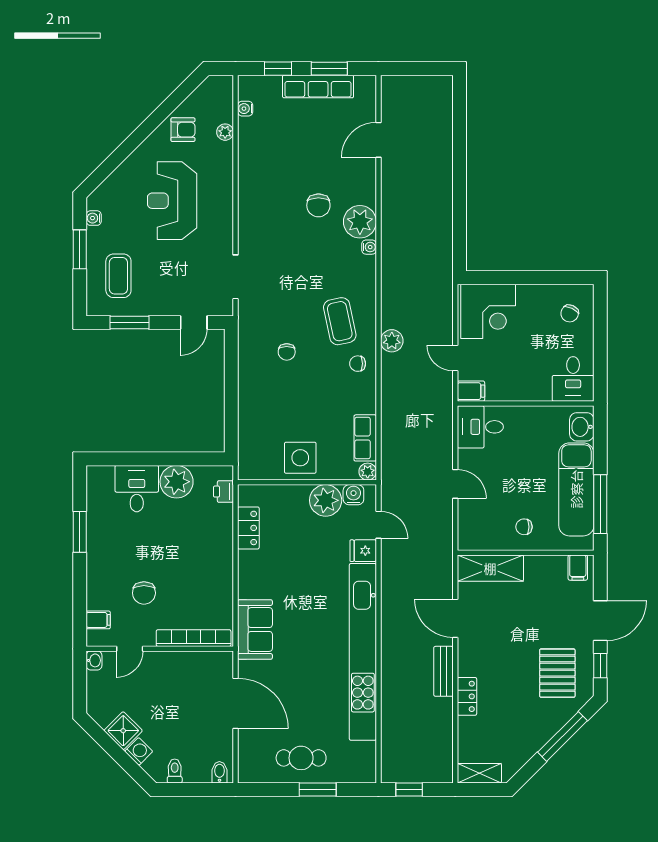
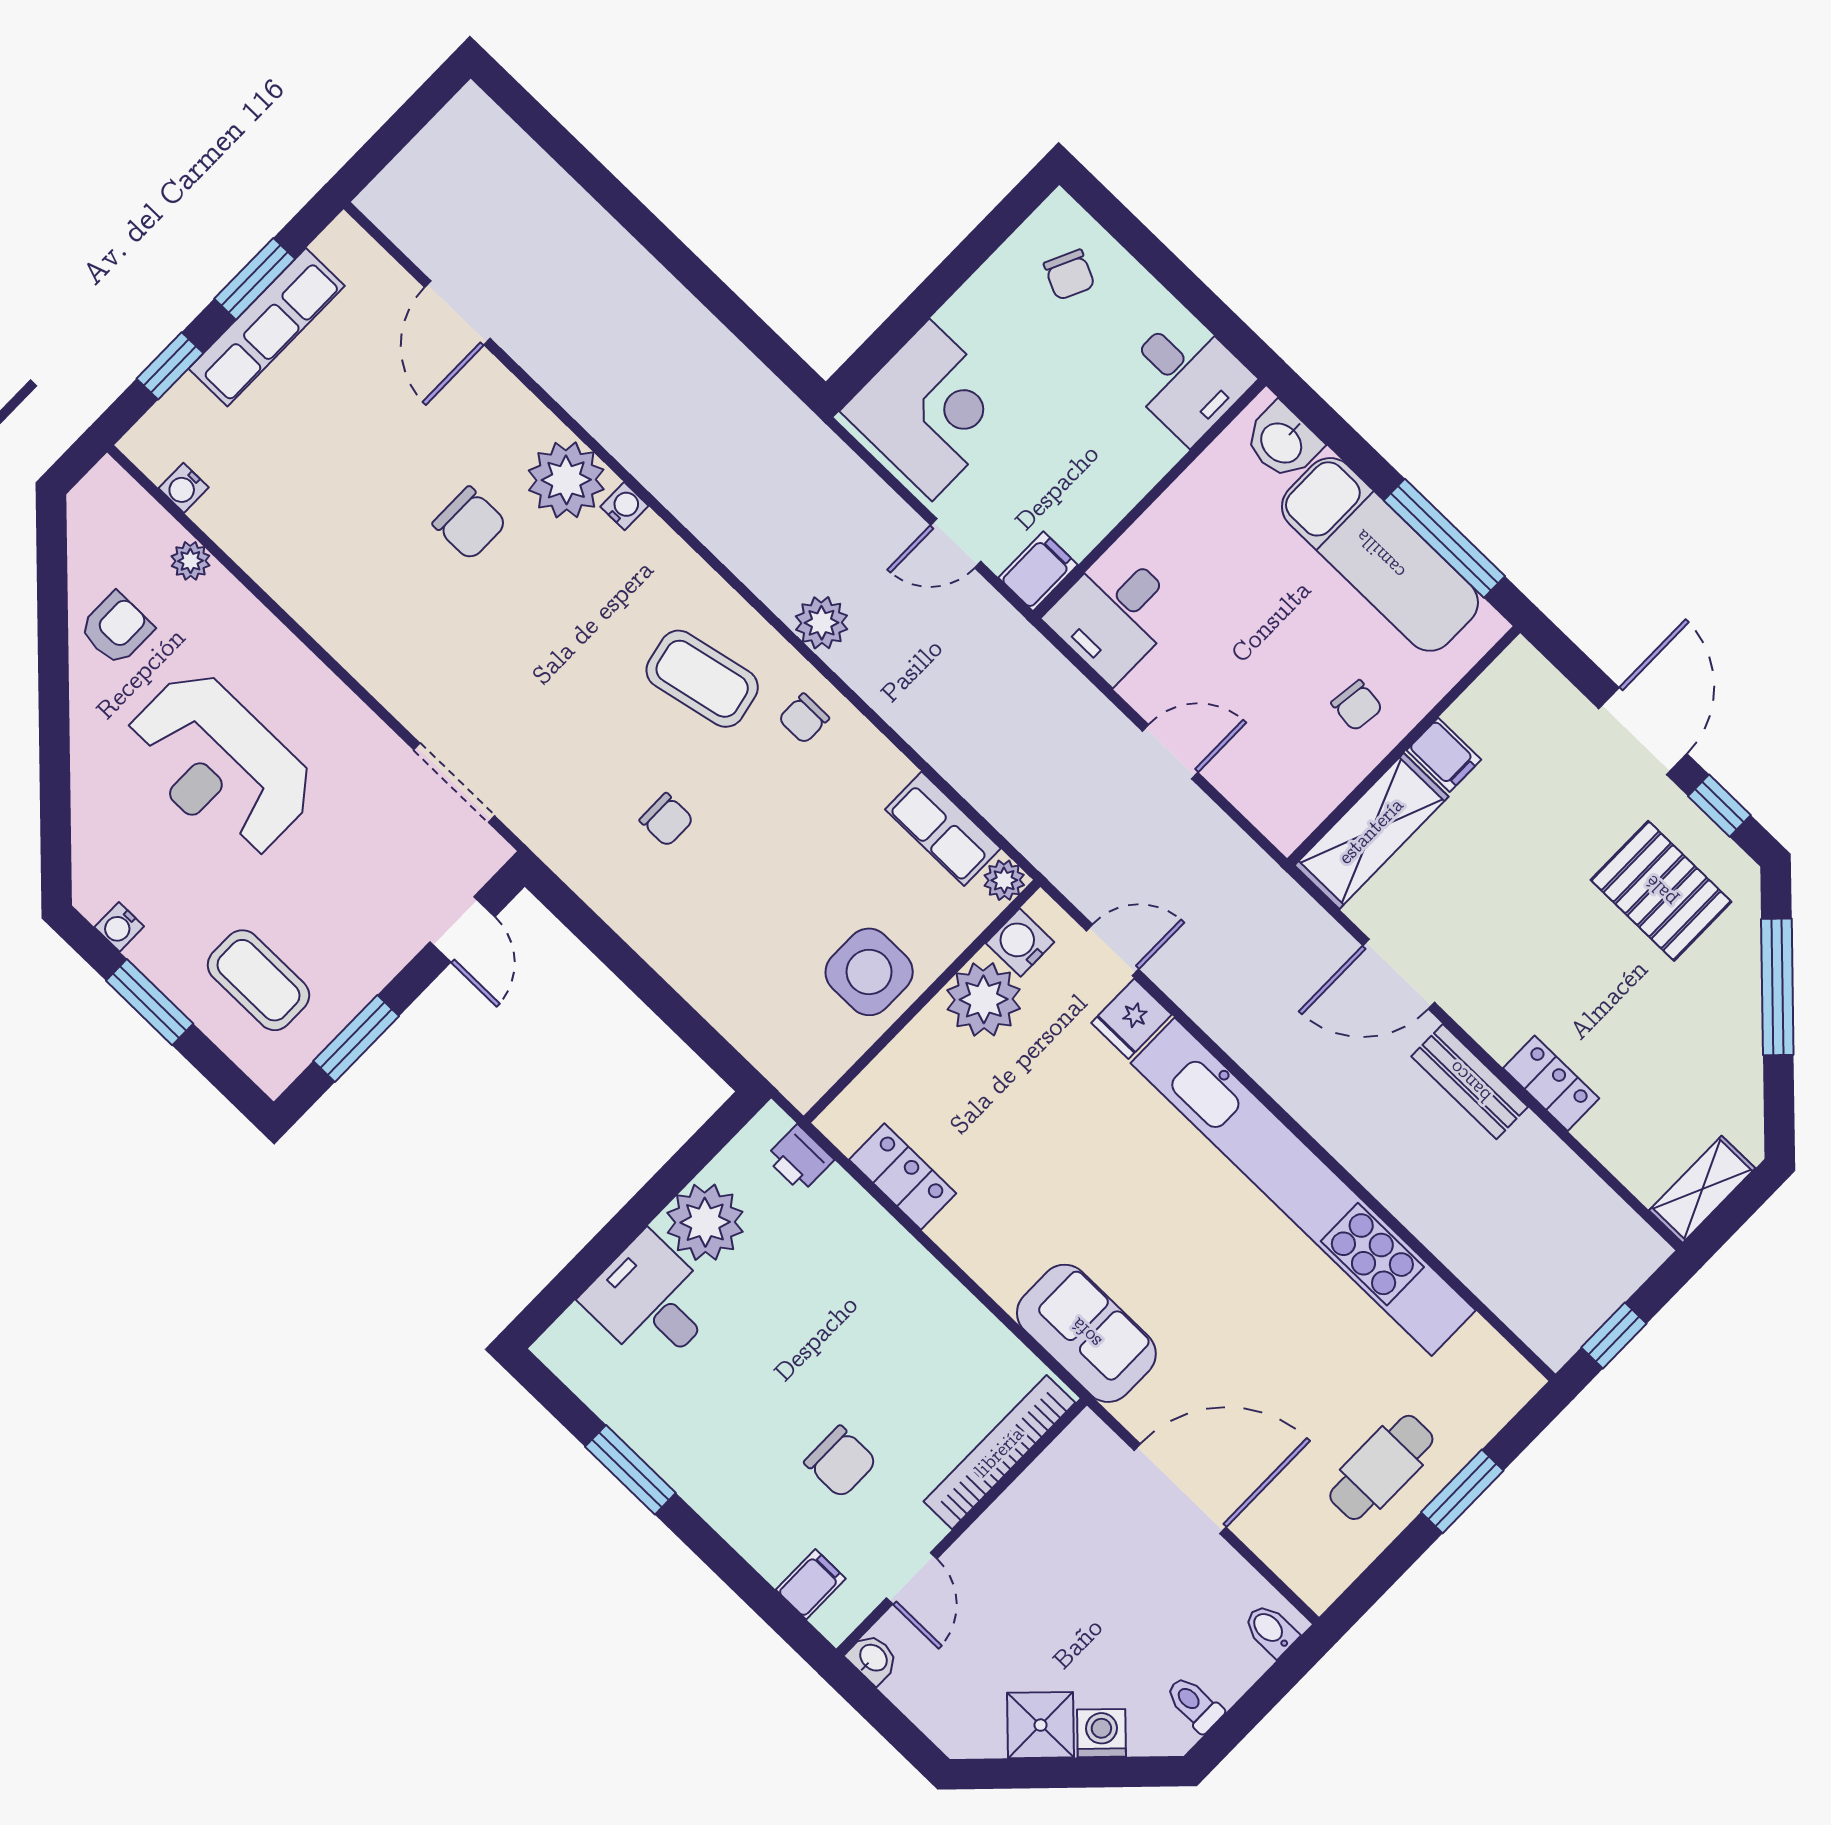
chair: (524, 527) -> (1357, 706), turned -83
filing cabinet: (578, 568) -> (1444, 755), moved

